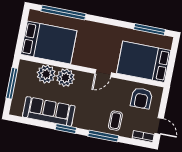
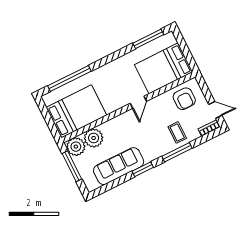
plant: (65, 78) -> (76, 147), moved

